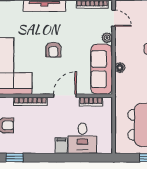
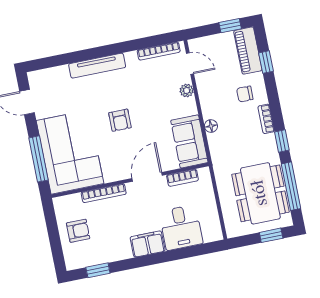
sofa: (102, 69) -> (189, 141), width x0.73
filing cabinet: (61, 146) -> (148, 244), width x2.00

